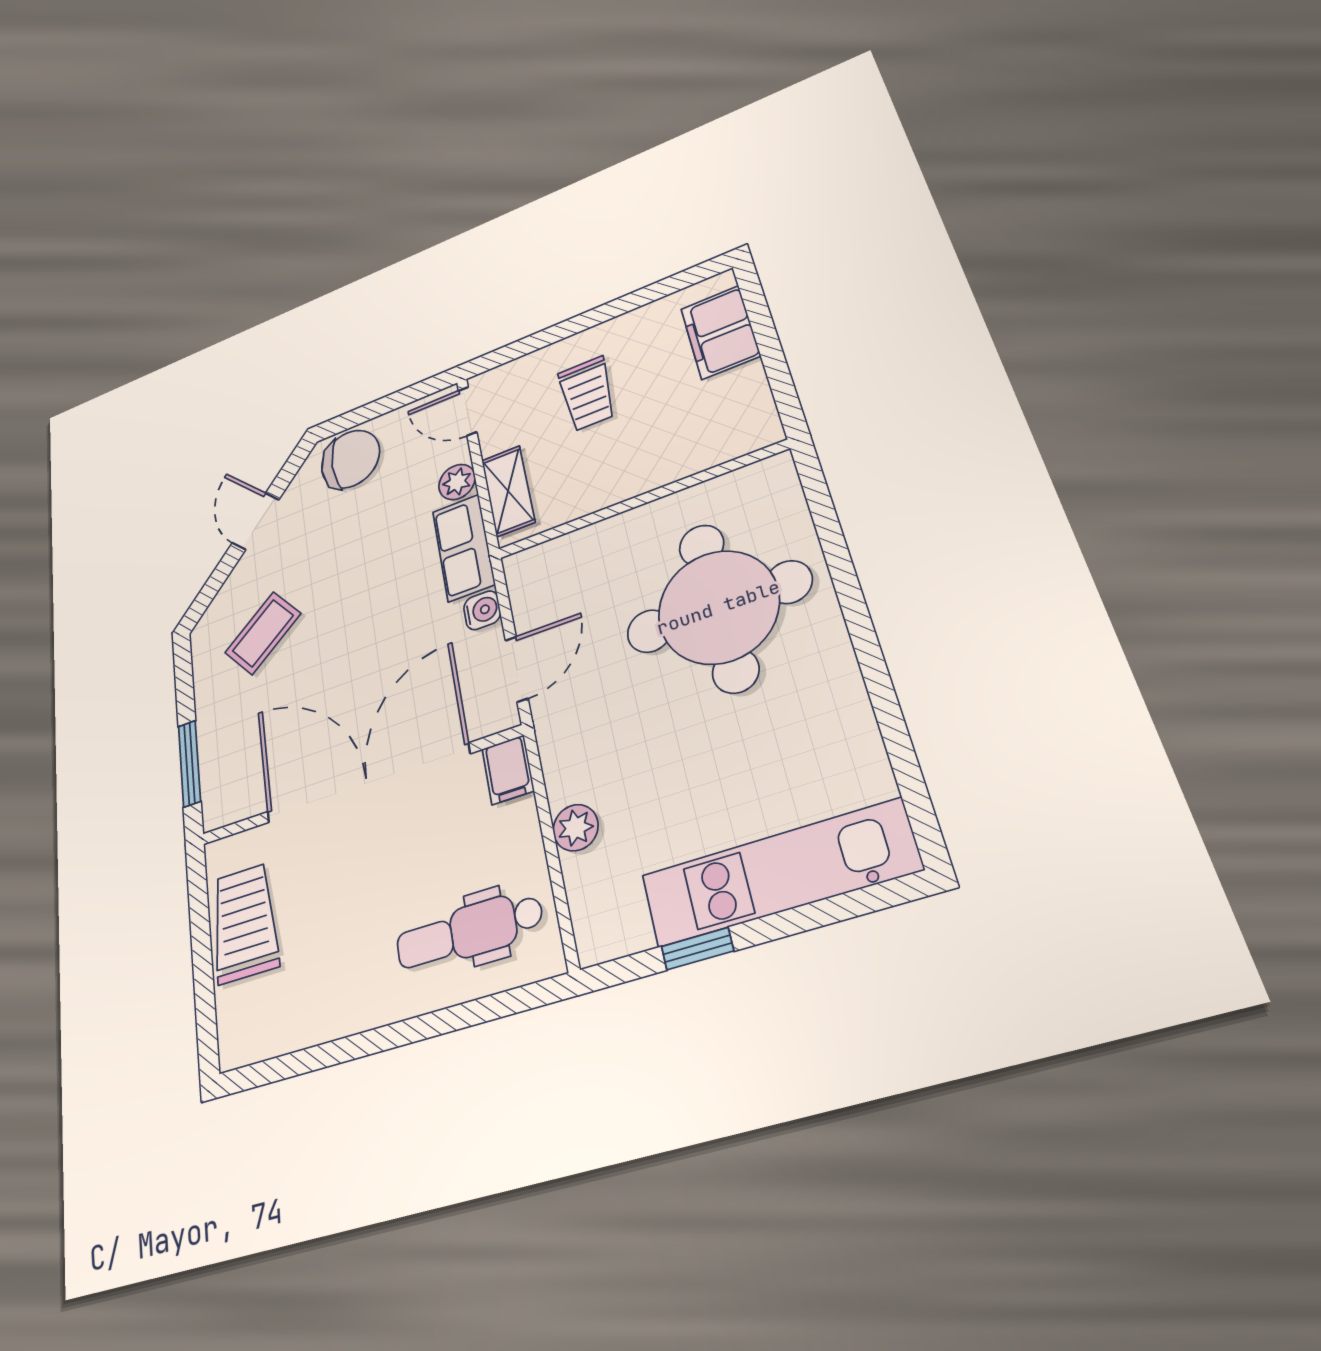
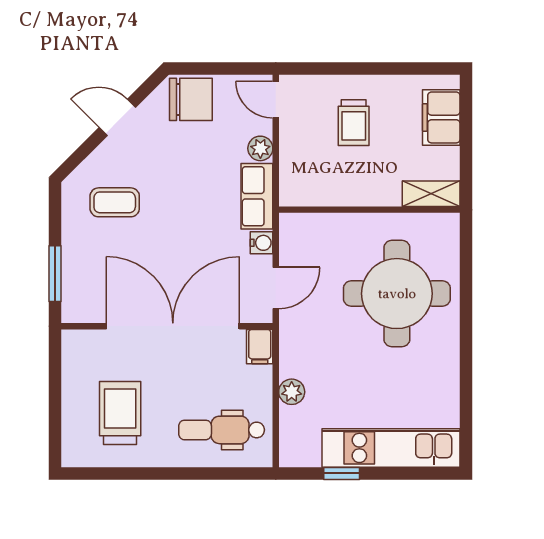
shelving: (508, 491) -> (431, 194), moved, turned 90
door: (256, 521) -> (117, 117), hinge flipped
coffee table: (263, 633) -> (115, 202), turned 38
trolley: (245, 923) -> (120, 413), moved

